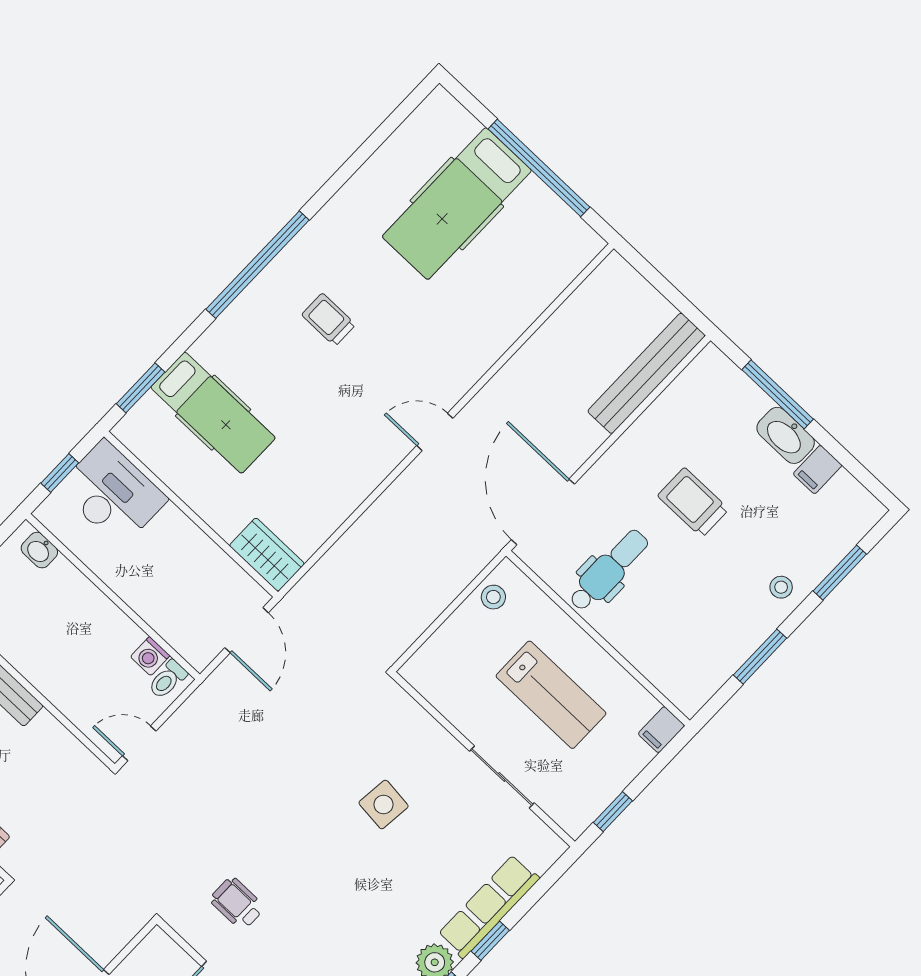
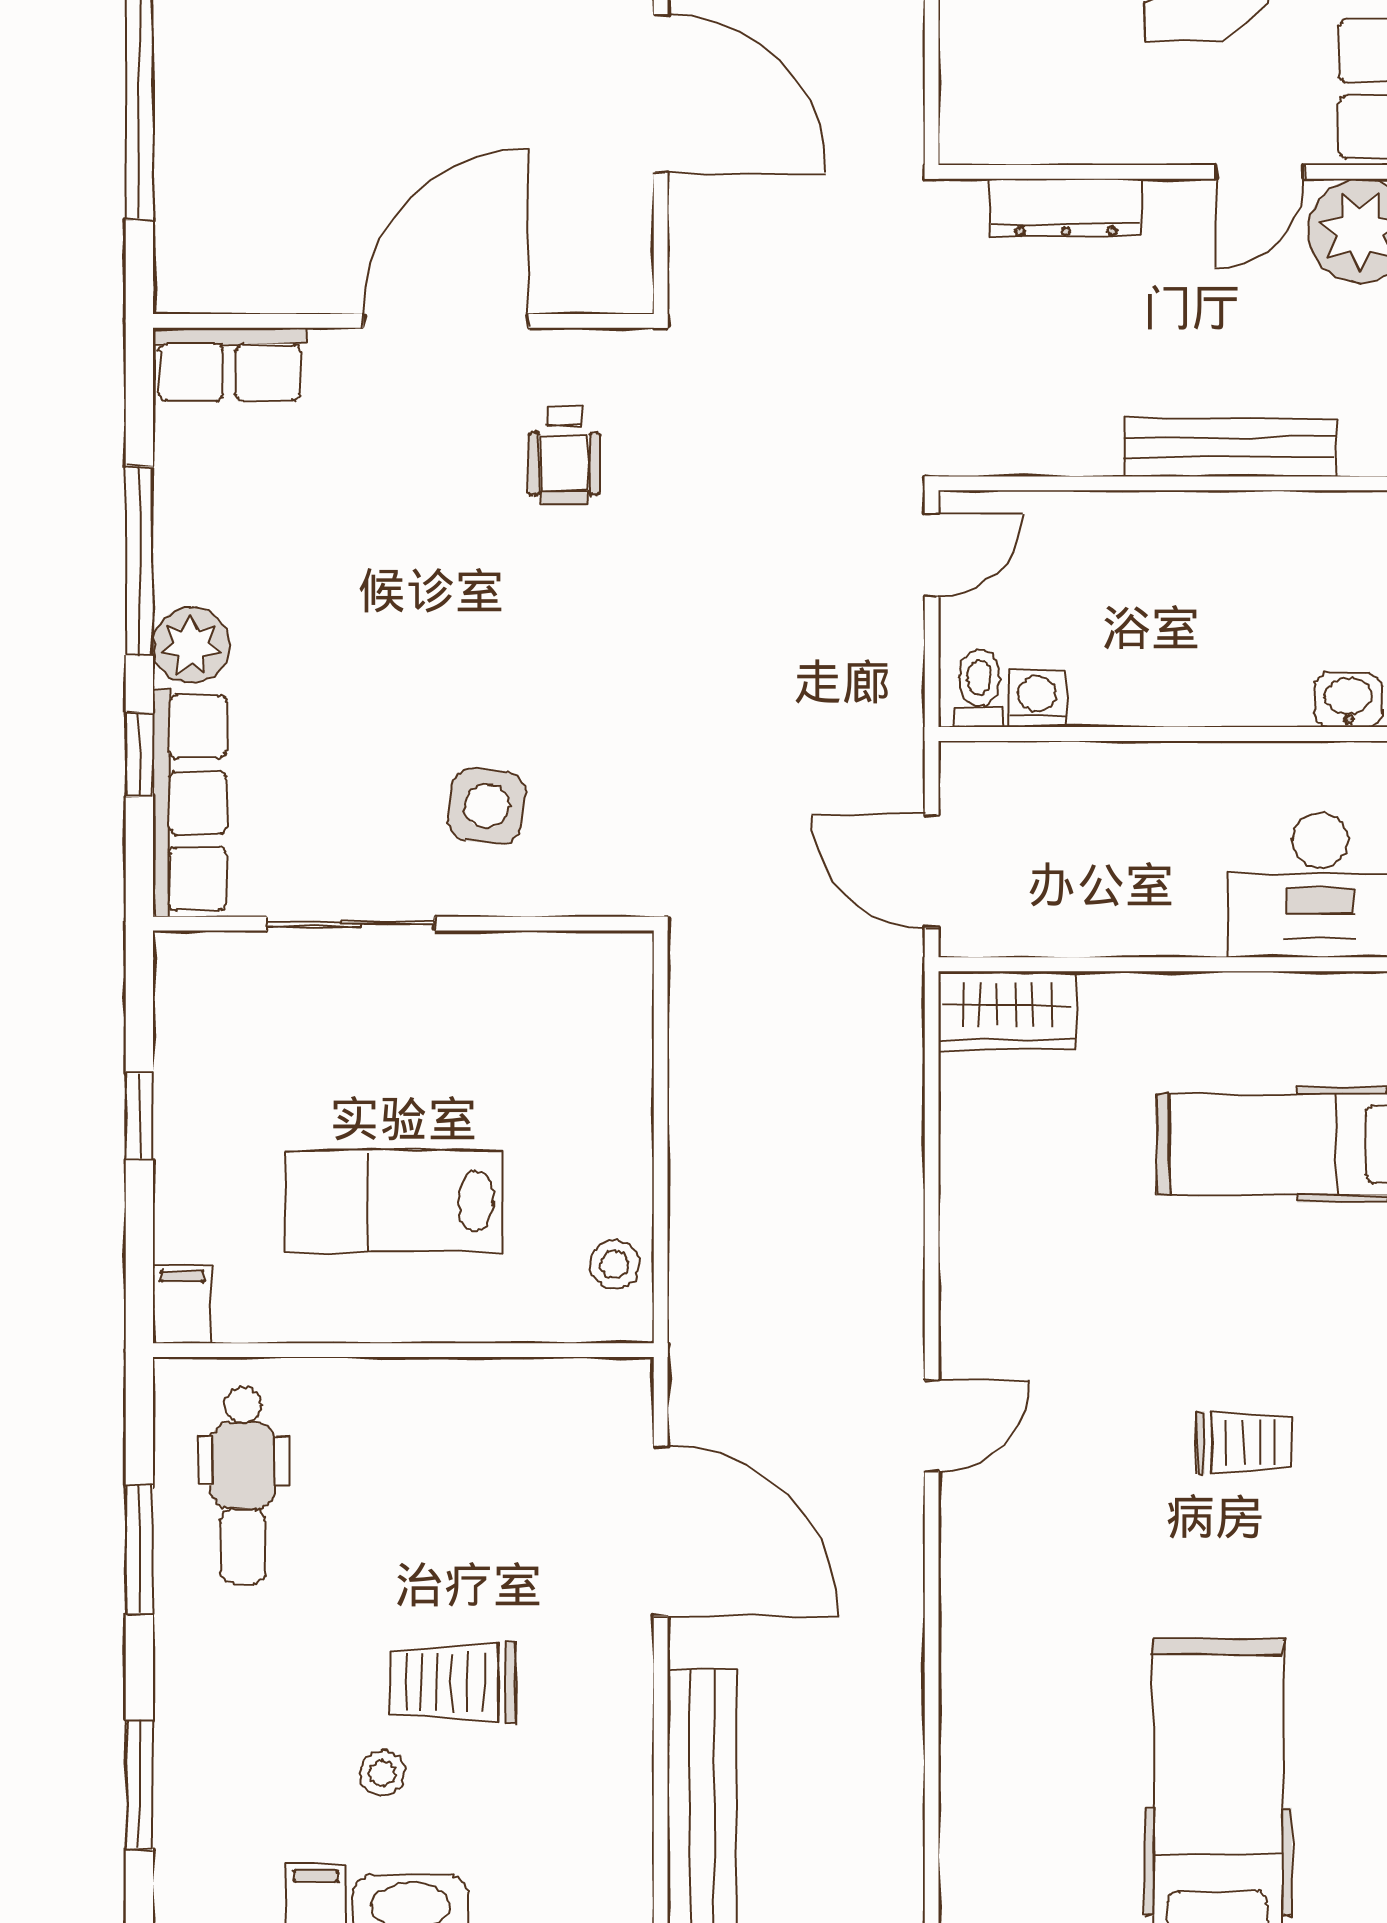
trolley: (693, 502) -> (453, 1683), turned 180
door: (543, 512) -> (661, 1531), moved
dental chair: (609, 570) -> (243, 1485), moved
stool: (781, 587) -> (382, 1773), moved
wall: (483, 759) -> (403, 924), moved
sliding door: (502, 777) -> (351, 924), moved
wheelchair: (237, 903) -> (564, 456), turned 90

